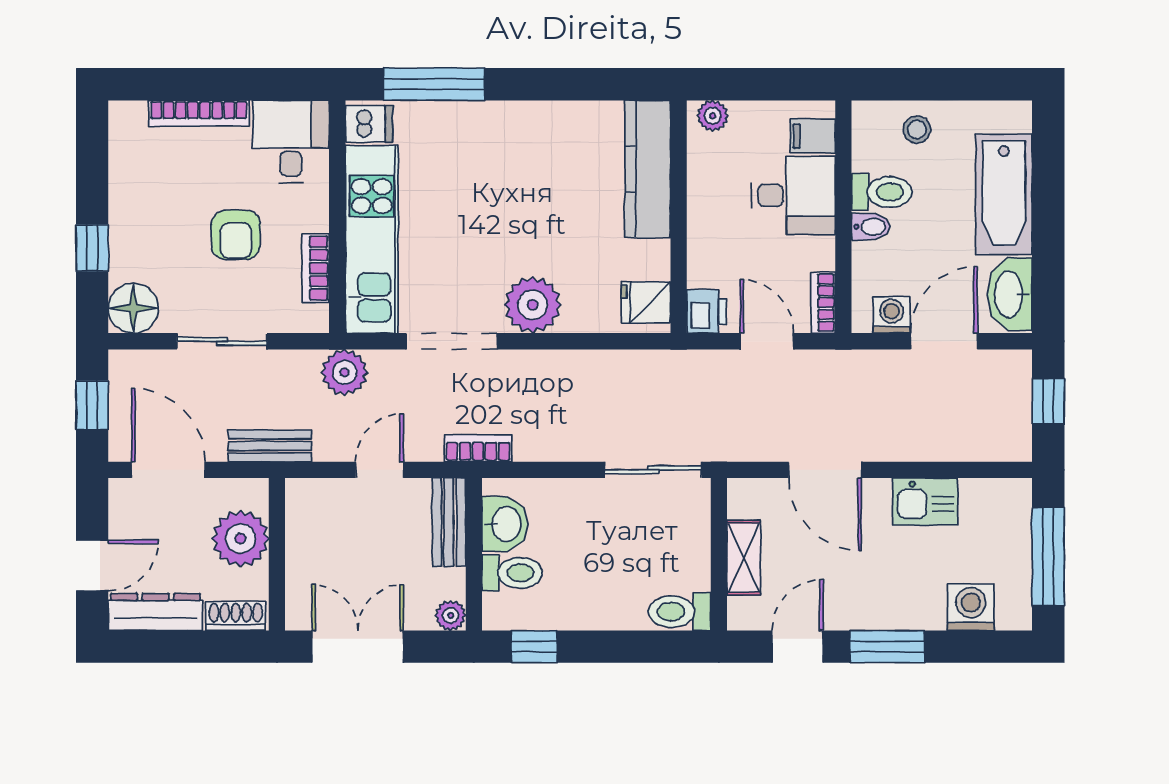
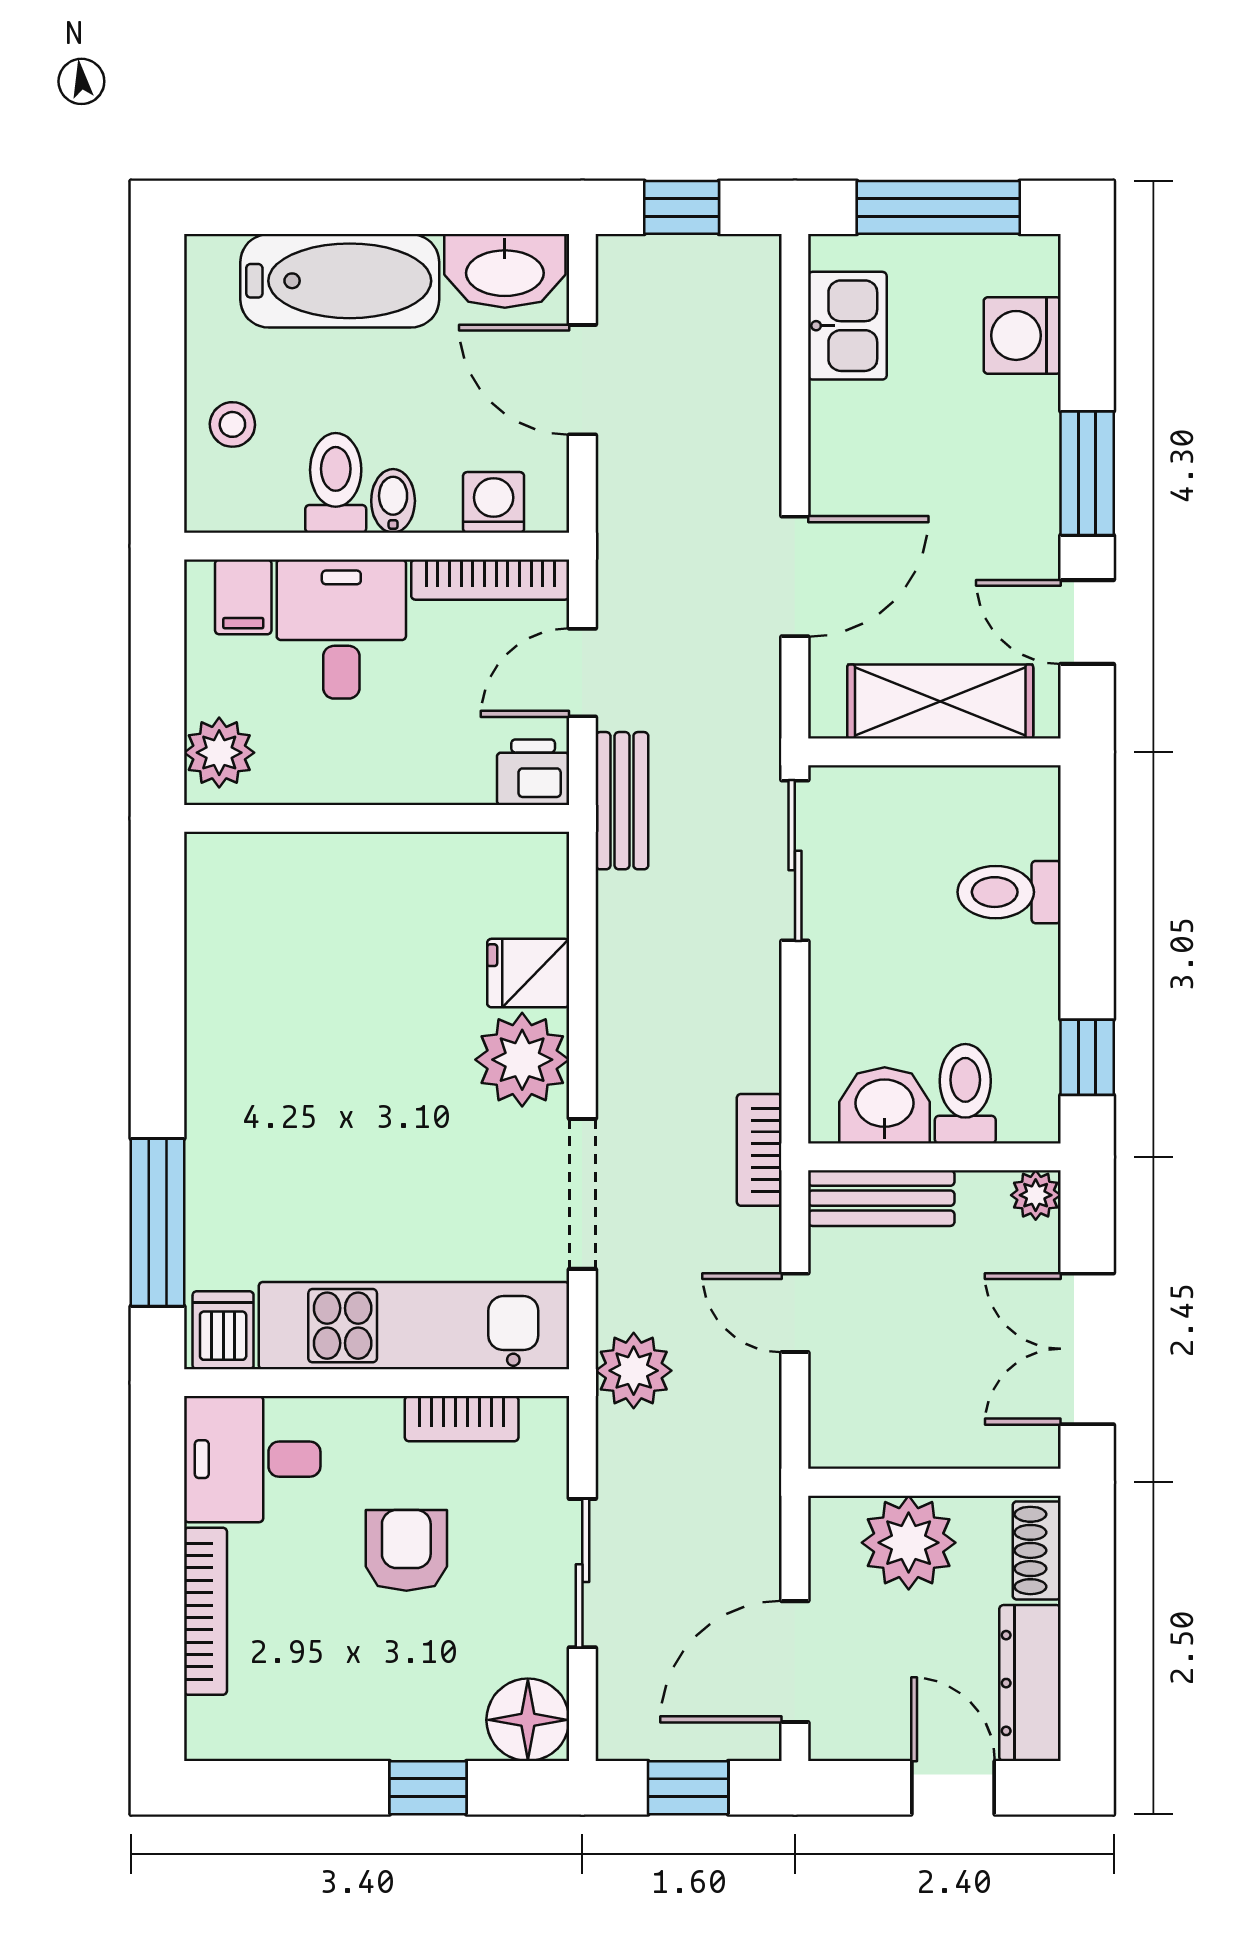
plant: (713, 116) -> (219, 753), width x1.38, depth x1.38
kitchen counter: (648, 169) -> (298, 869), removed
armchair: (236, 235) -> (406, 1550), turned -90
fridge: (646, 302) -> (528, 973), moved, turned 90
bookcase: (823, 303) -> (490, 580), width x1.56
washing machine: (892, 315) -> (494, 502), moved, turned 90
bench: (270, 446) -> (622, 801), moved
kitchen sink: (925, 502) -> (847, 326), moved
shelving: (744, 558) -> (940, 701), width x1.50, depth x1.33
toilet: (680, 612) -> (1009, 892), moved, turned 90

